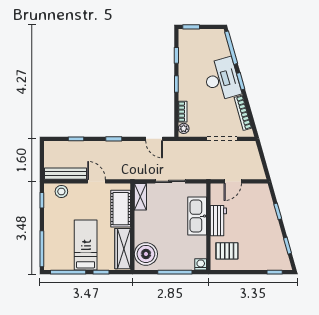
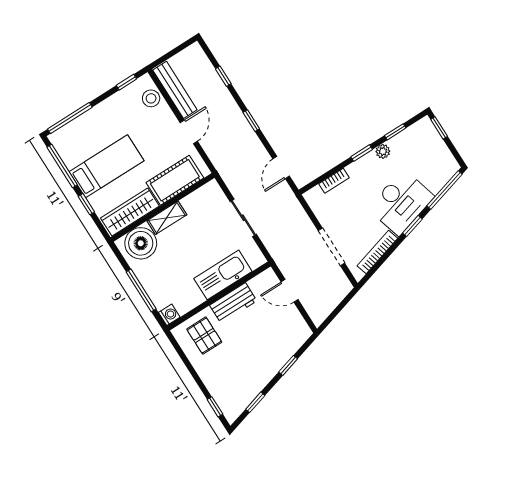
plant: (184, 128) -> (383, 151), moved
shelving: (140, 197) -> (167, 218), moved

